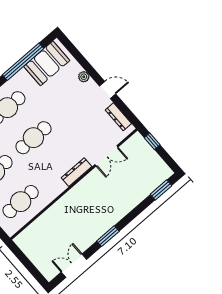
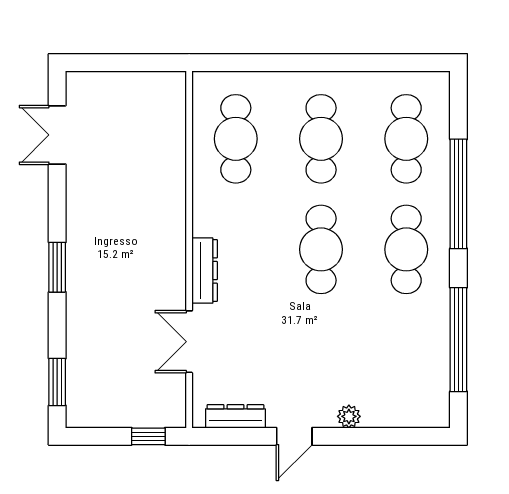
booth: (47, 63) -> (422, 375), removed
window: (108, 236) -> (57, 267), moved
double door: (74, 266) -> (57, 135), swing flipped

